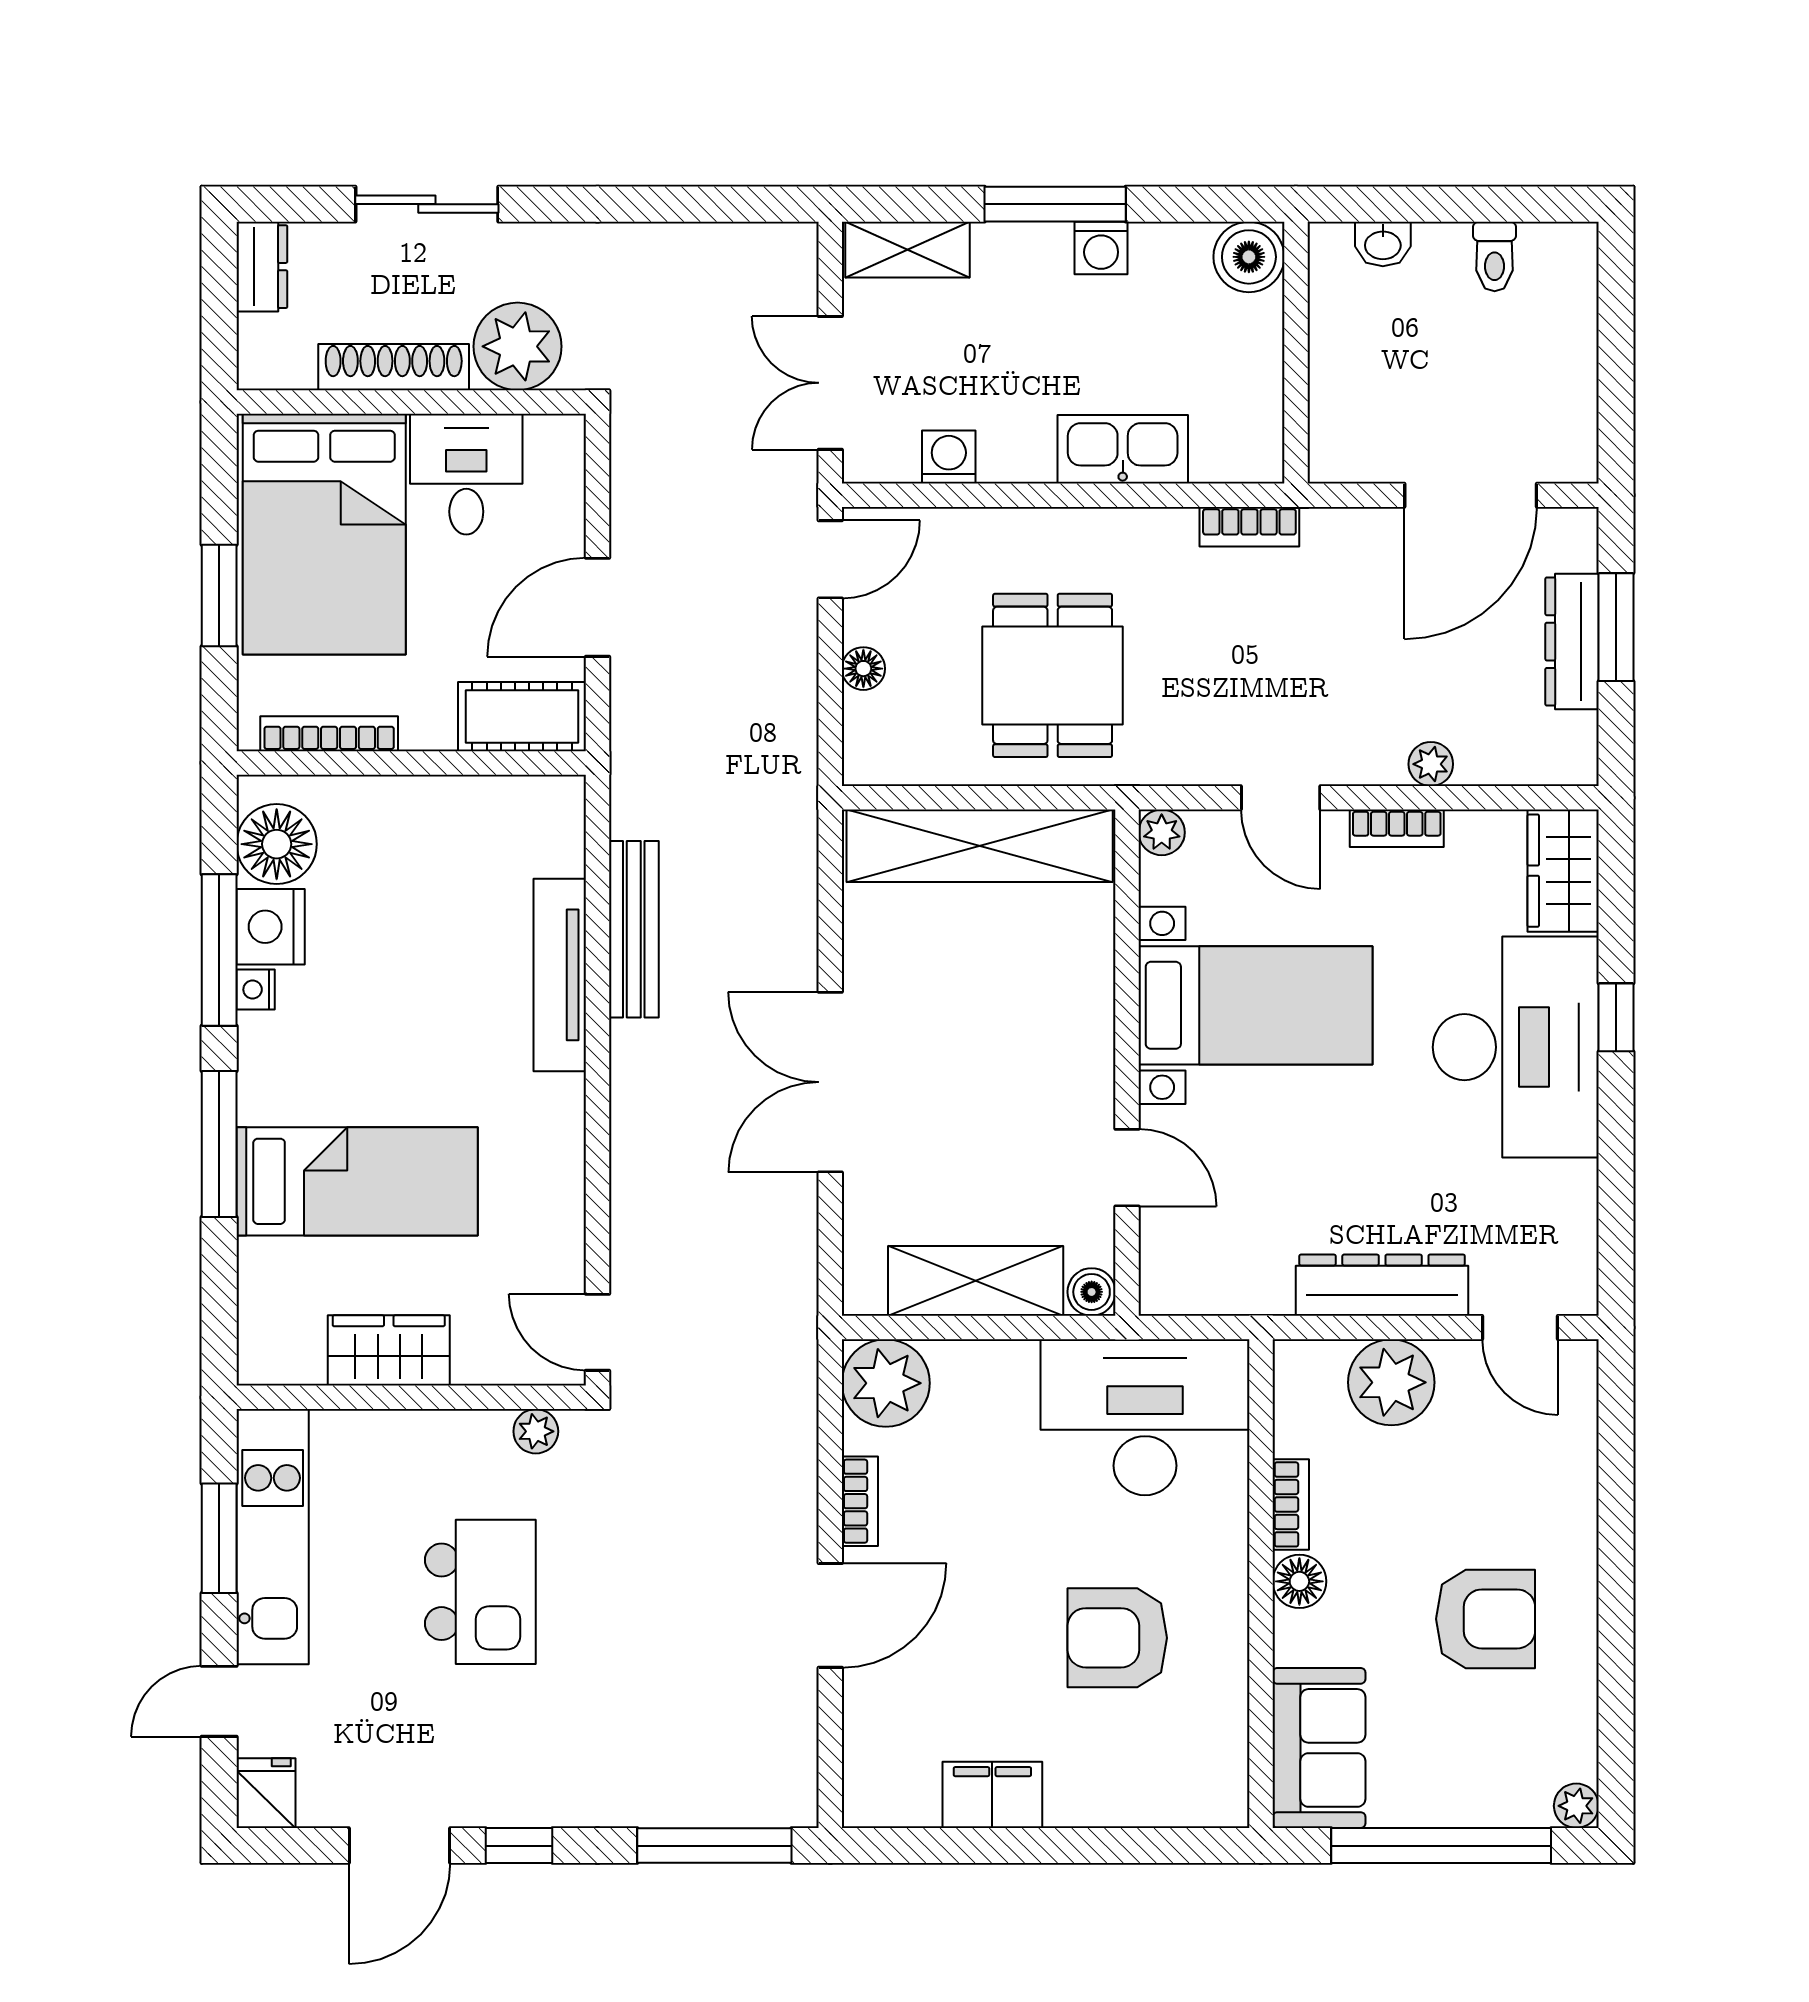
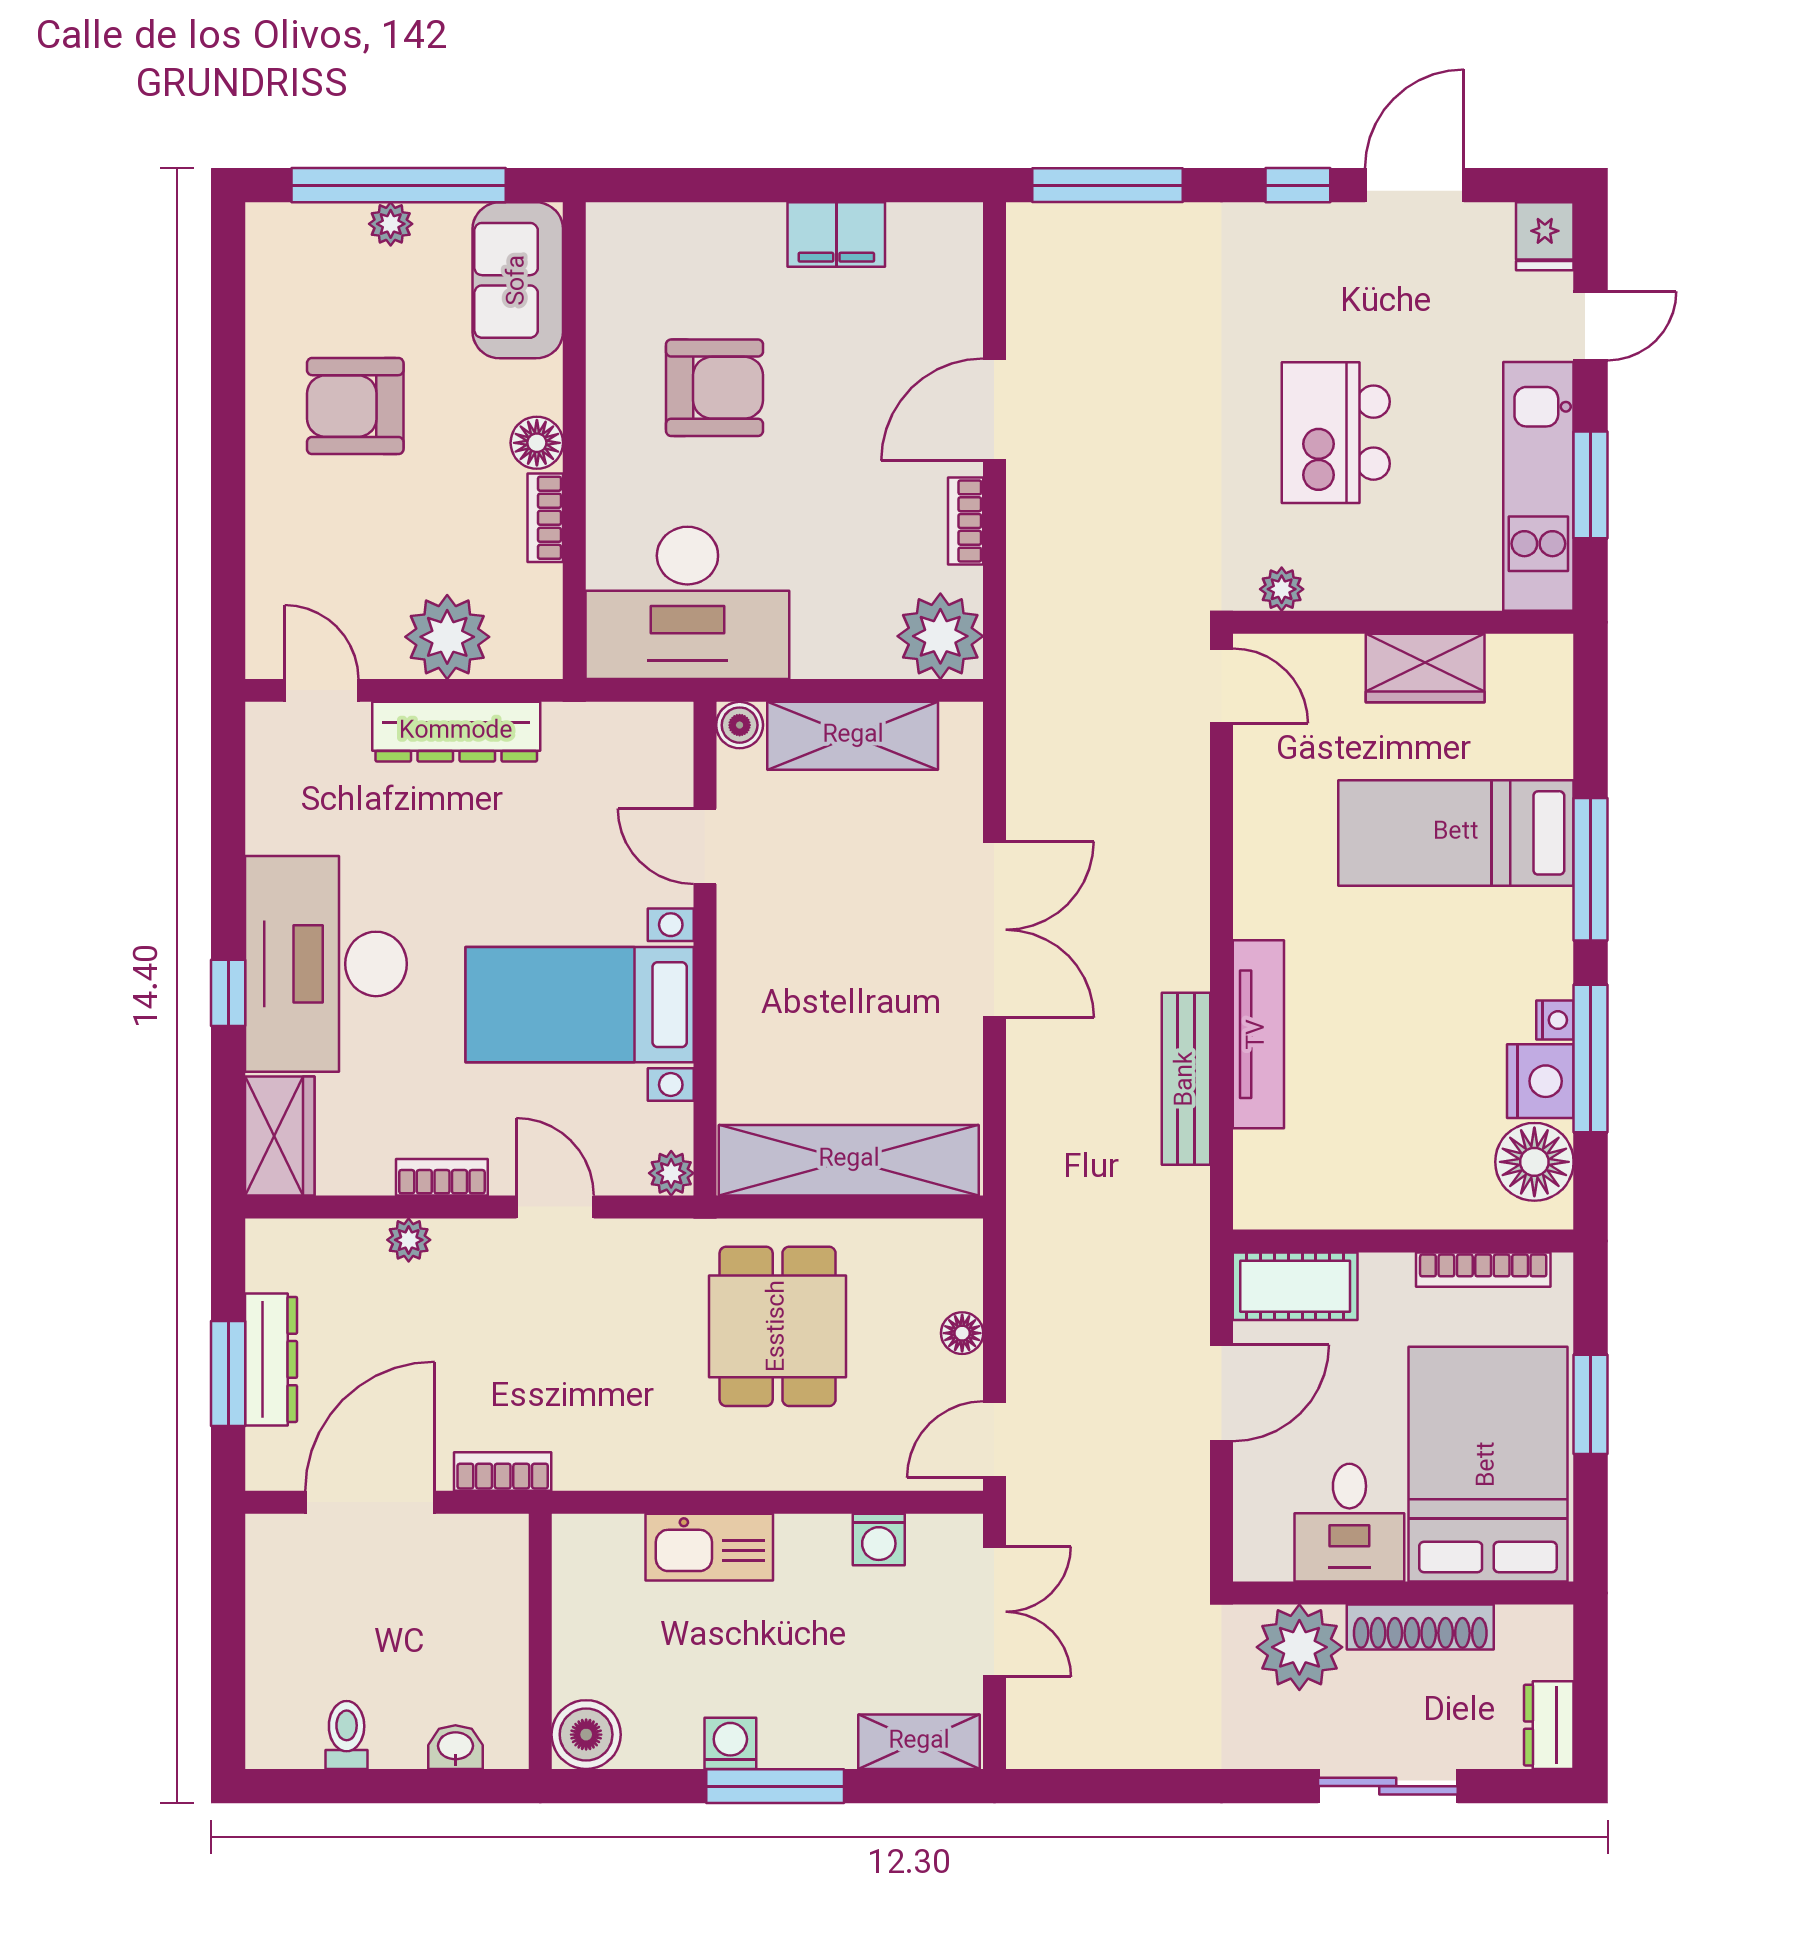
bookcase: (1249, 527) -> (503, 1471), moved
plant: (1576, 1806) -> (391, 224), moved

